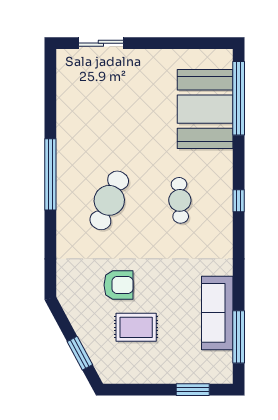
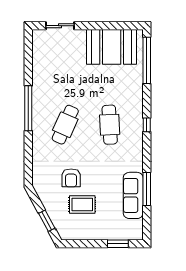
booth: (205, 109) -> (112, 47), moved, turned 90
cafe table: (180, 200) -> (110, 125), width x1.37, depth x1.35
armchair: (118, 285) -> (71, 178), turned 90
window: (239, 337) -> (147, 189), moved

